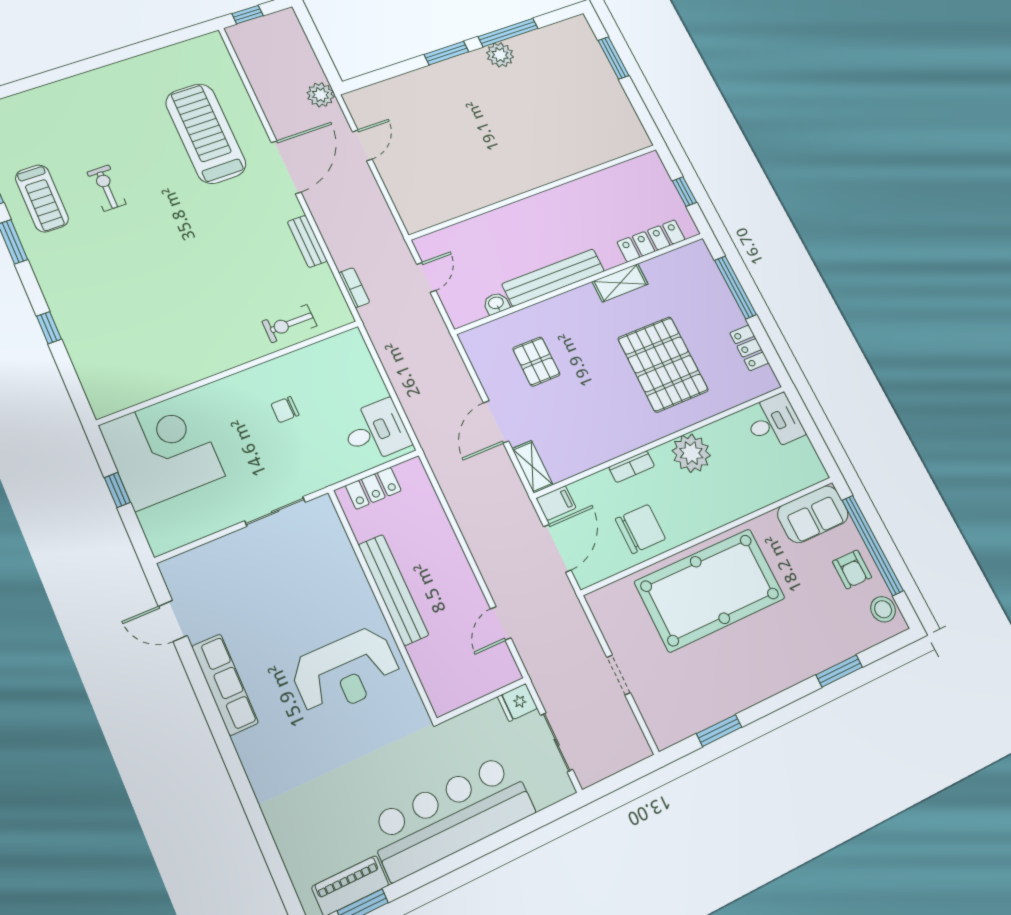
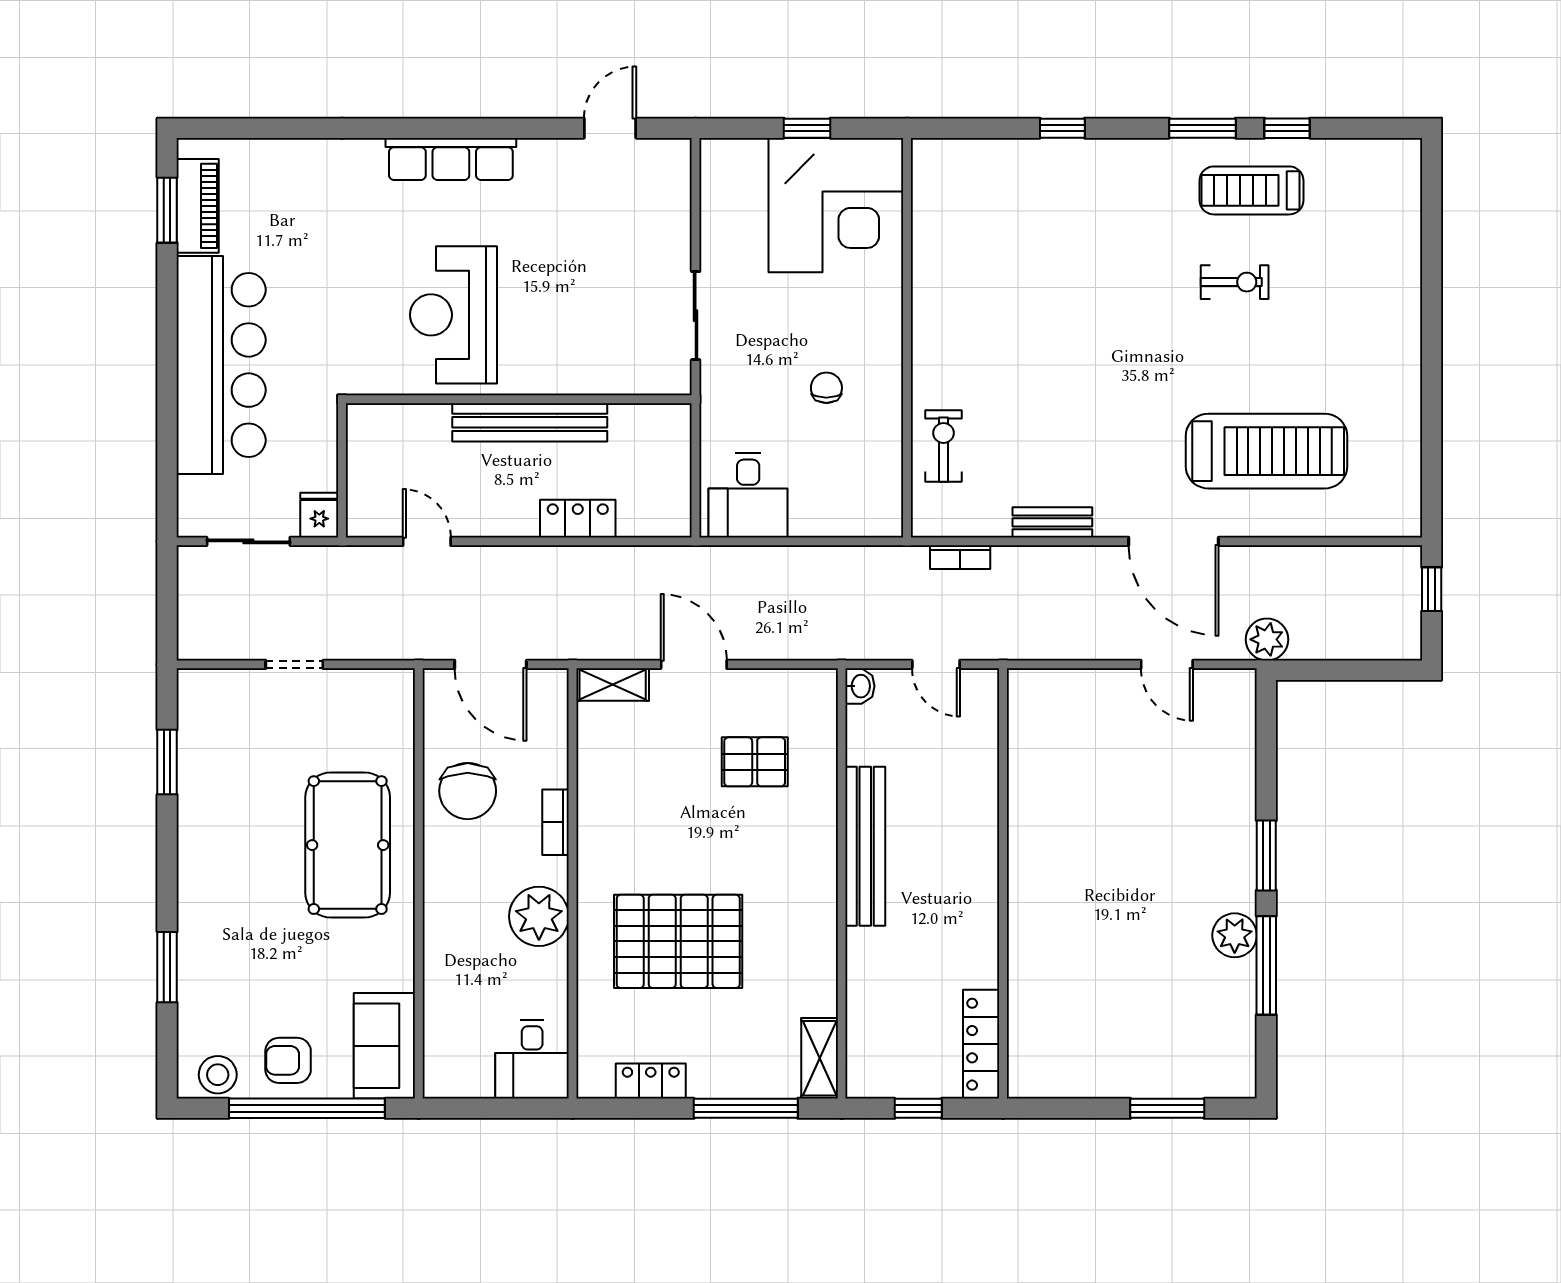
locker: (651, 241) -> (981, 1044), moved, turned 180
shelving: (620, 283) -> (820, 1058), moved
washbasin: (496, 303) -> (860, 686), moved
locker: (373, 488) -> (578, 519), moved, turned 90
filing cabinet: (556, 503) -> (550, 693), removed
pool table: (710, 590) -> (348, 845), width x0.73, depth x0.76
row of seats: (225, 685) -> (451, 159), moved

